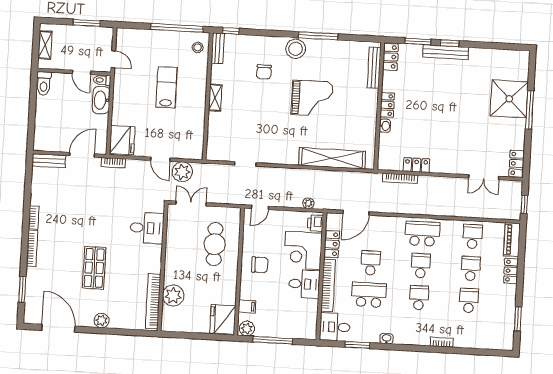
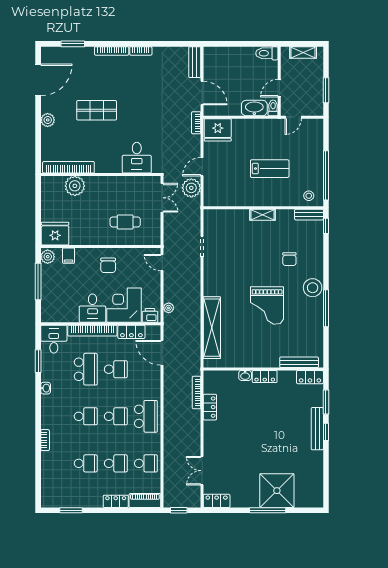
chair: (264, 72) -> (289, 259), turned -90
cafe table: (215, 244) -> (125, 222), width x0.73, depth x0.74

